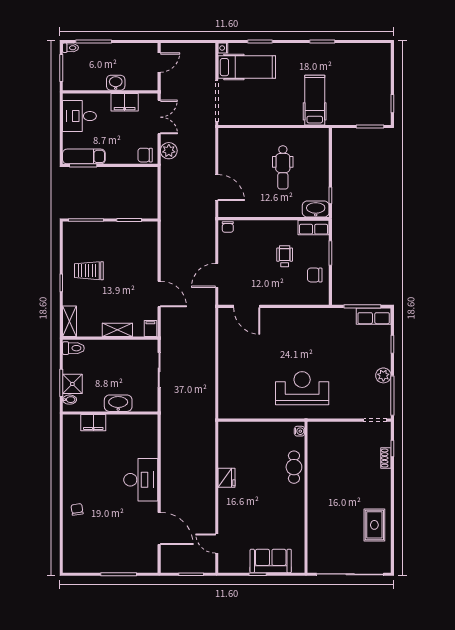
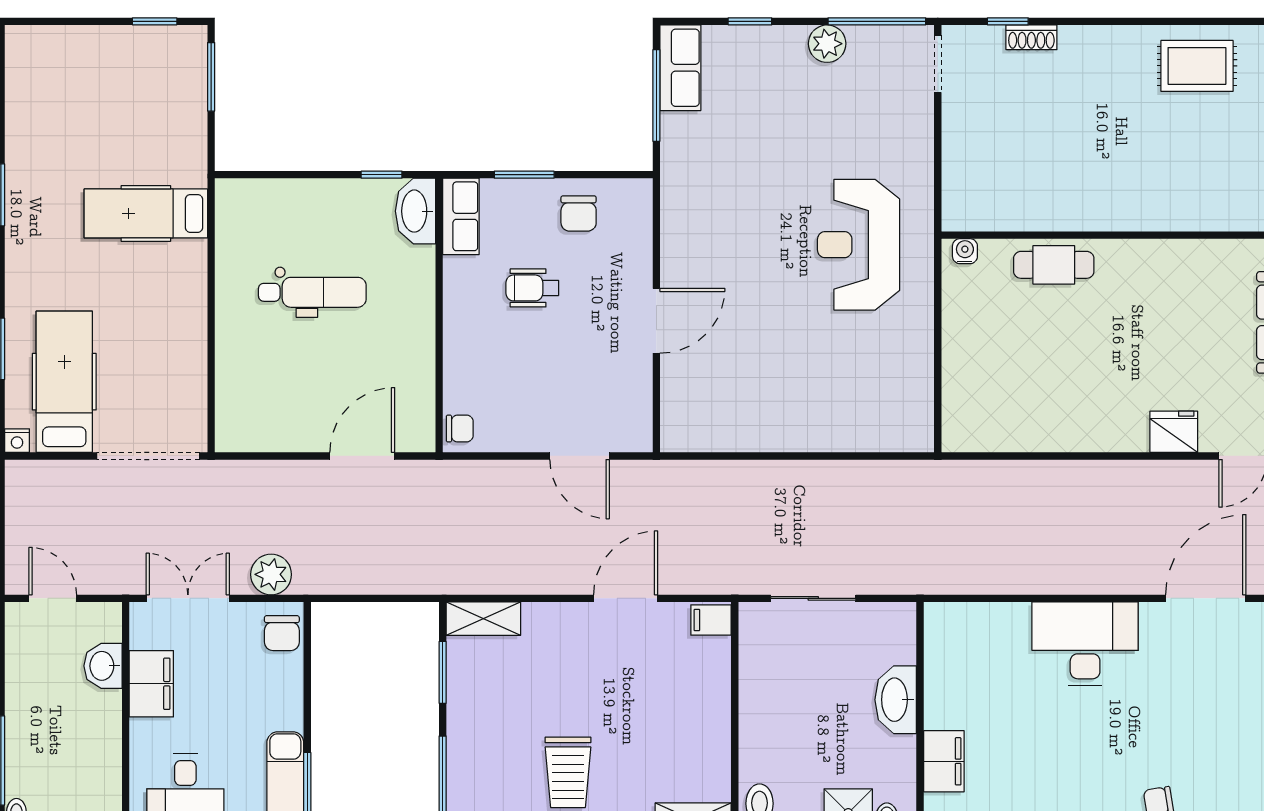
washbasin: (116, 83) -> (103, 666), moved
door: (247, 306) -> (656, 321), moved
shelving: (117, 330) -> (483, 619), moved, turned 90
fridge: (226, 478) -> (1174, 432), moved

